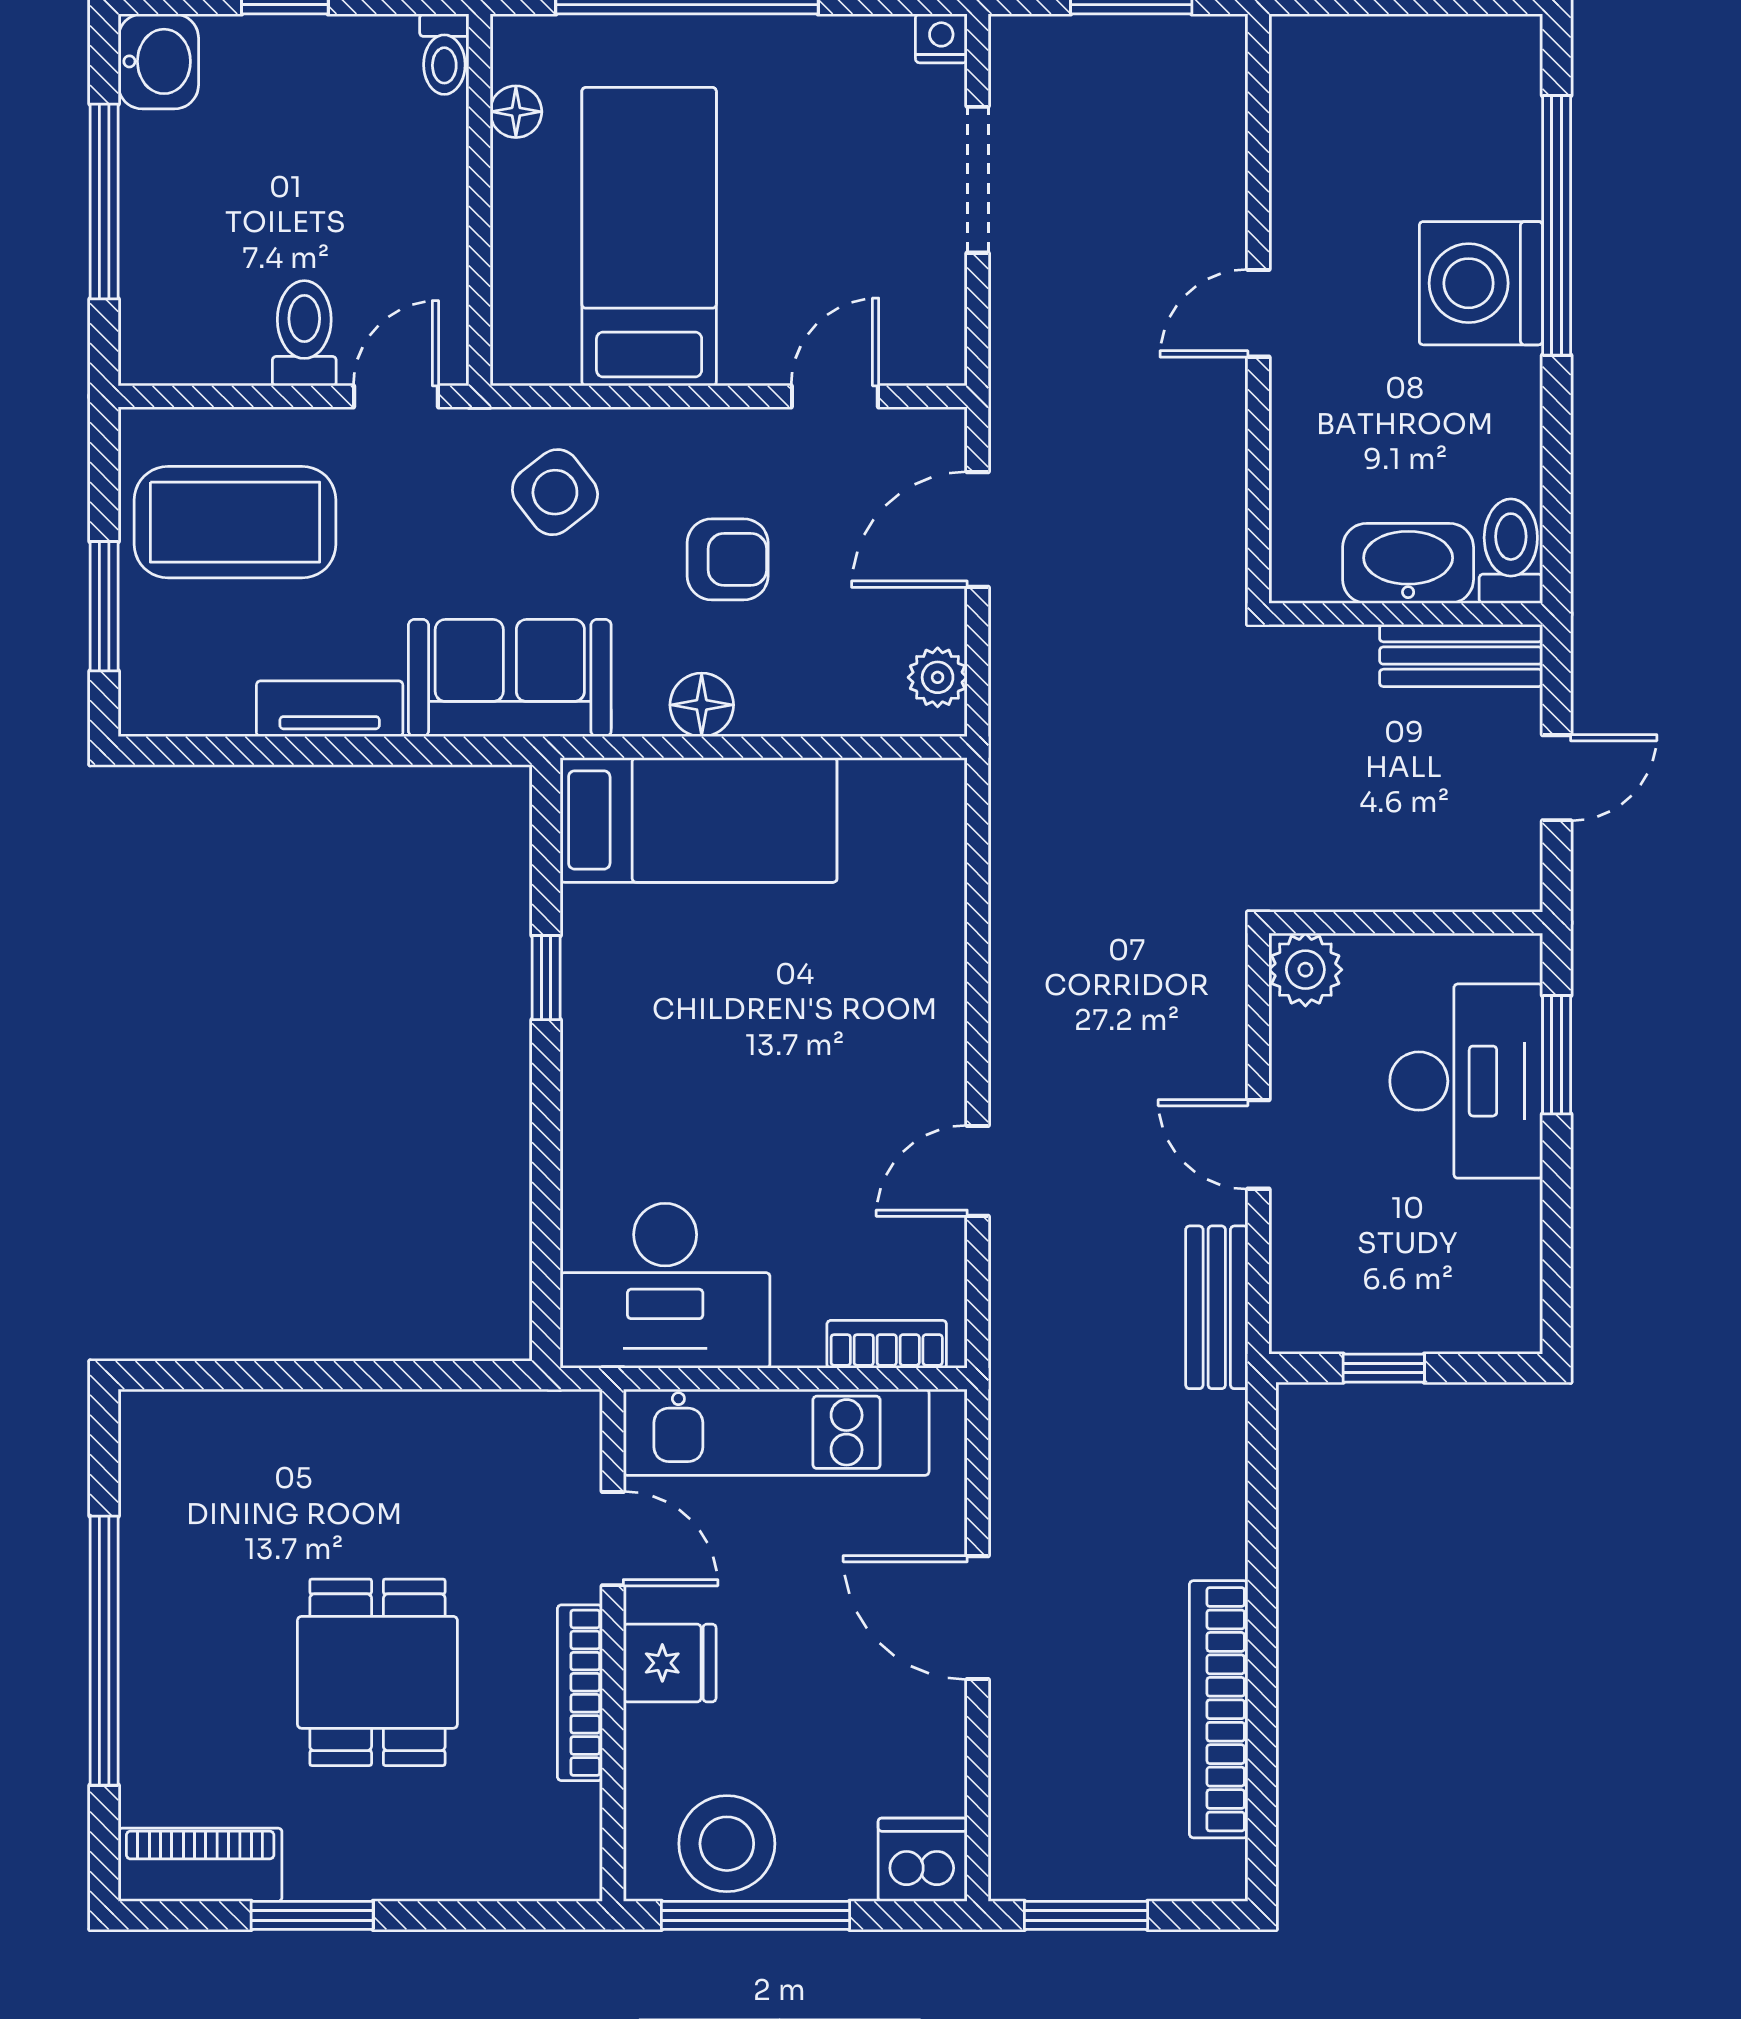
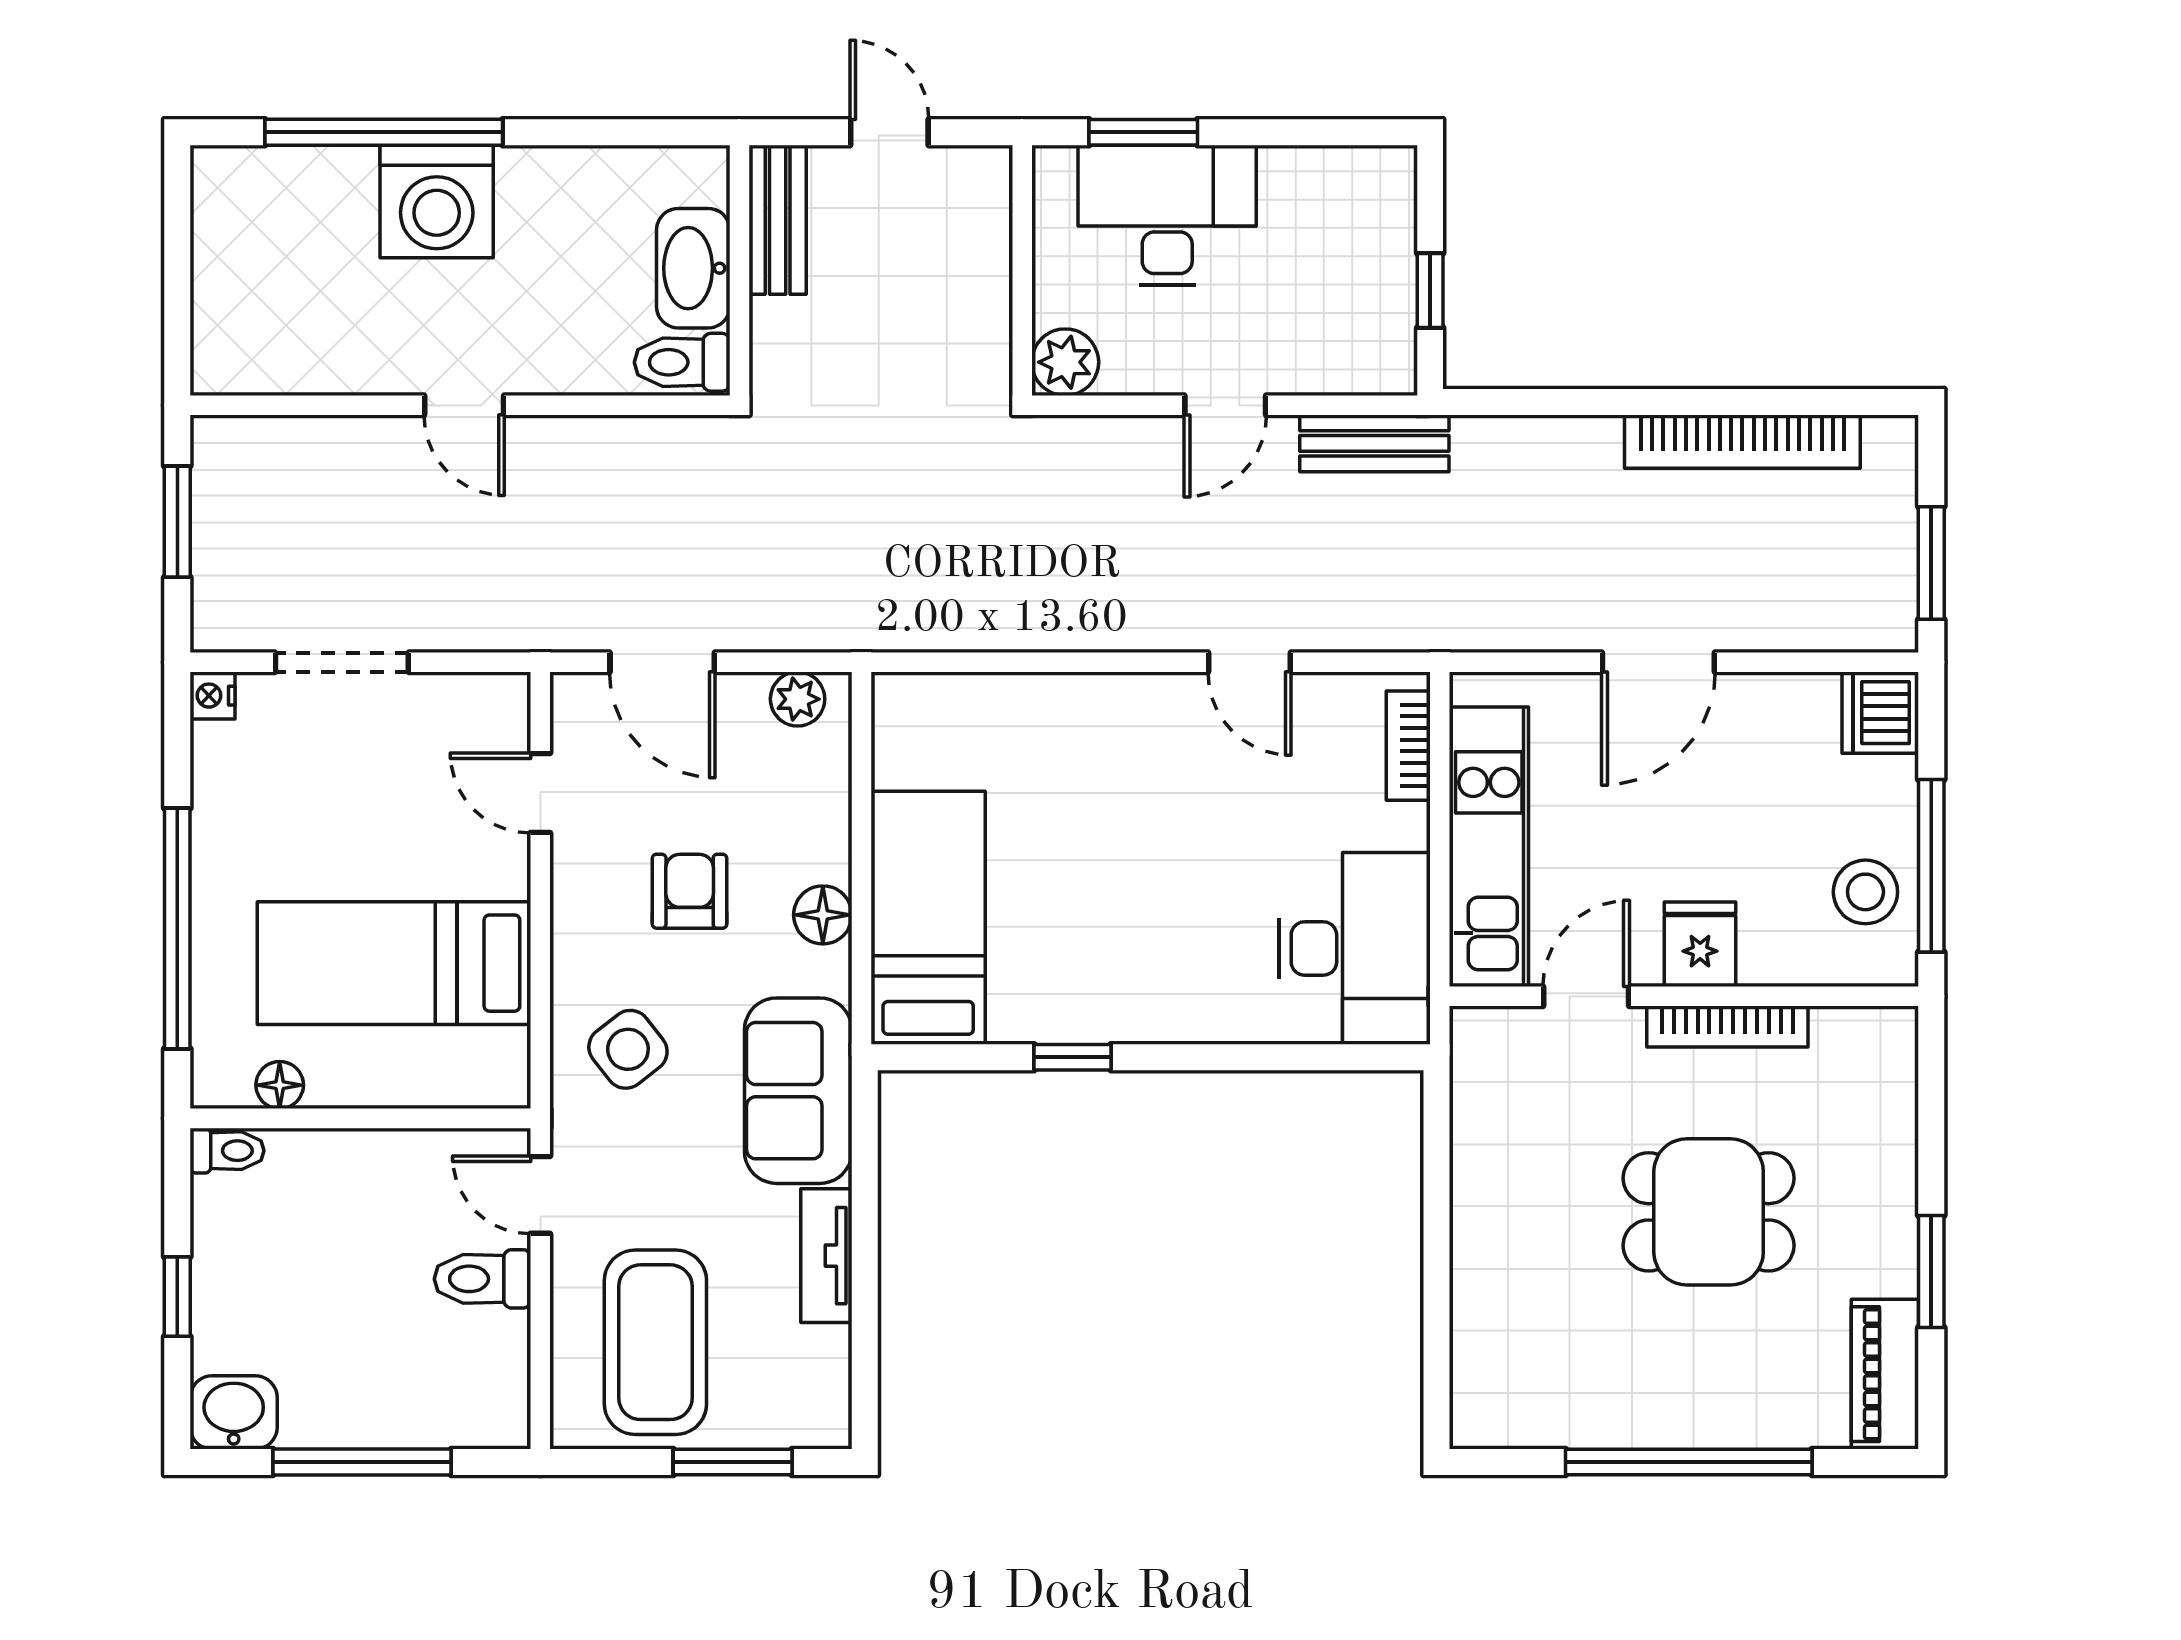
toilet: (1511, 551) -> (682, 362), moved
stool: (727, 1844) -> (1865, 892), width x0.73, depth x0.73

